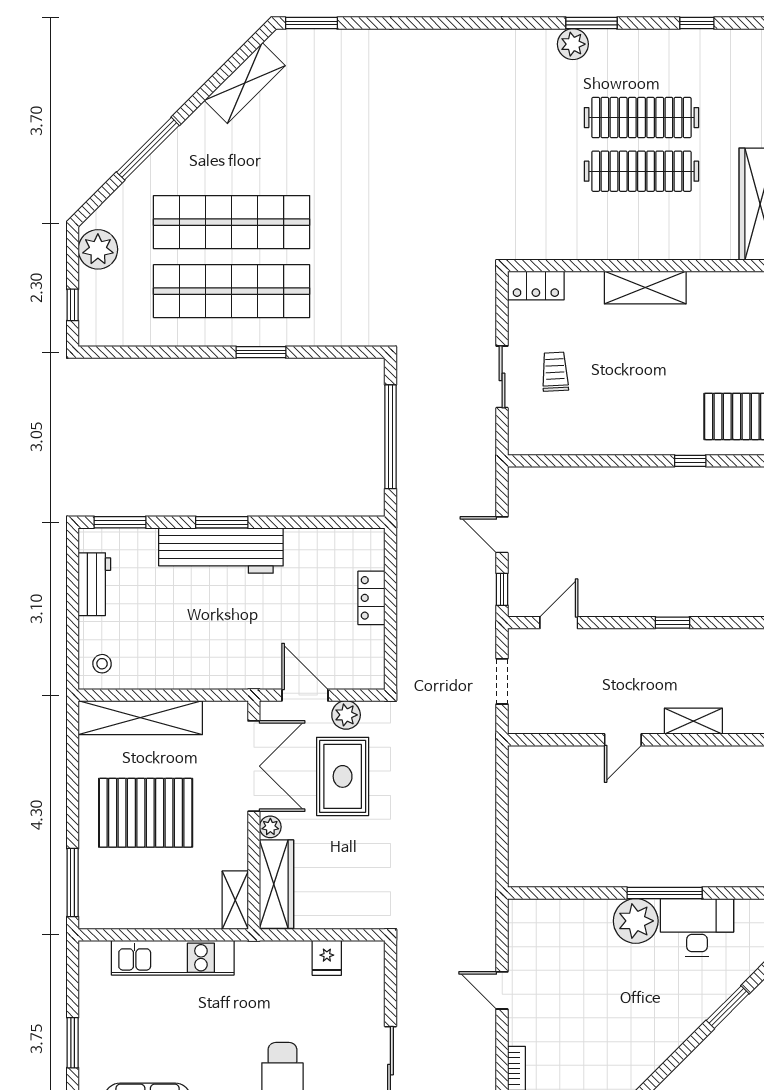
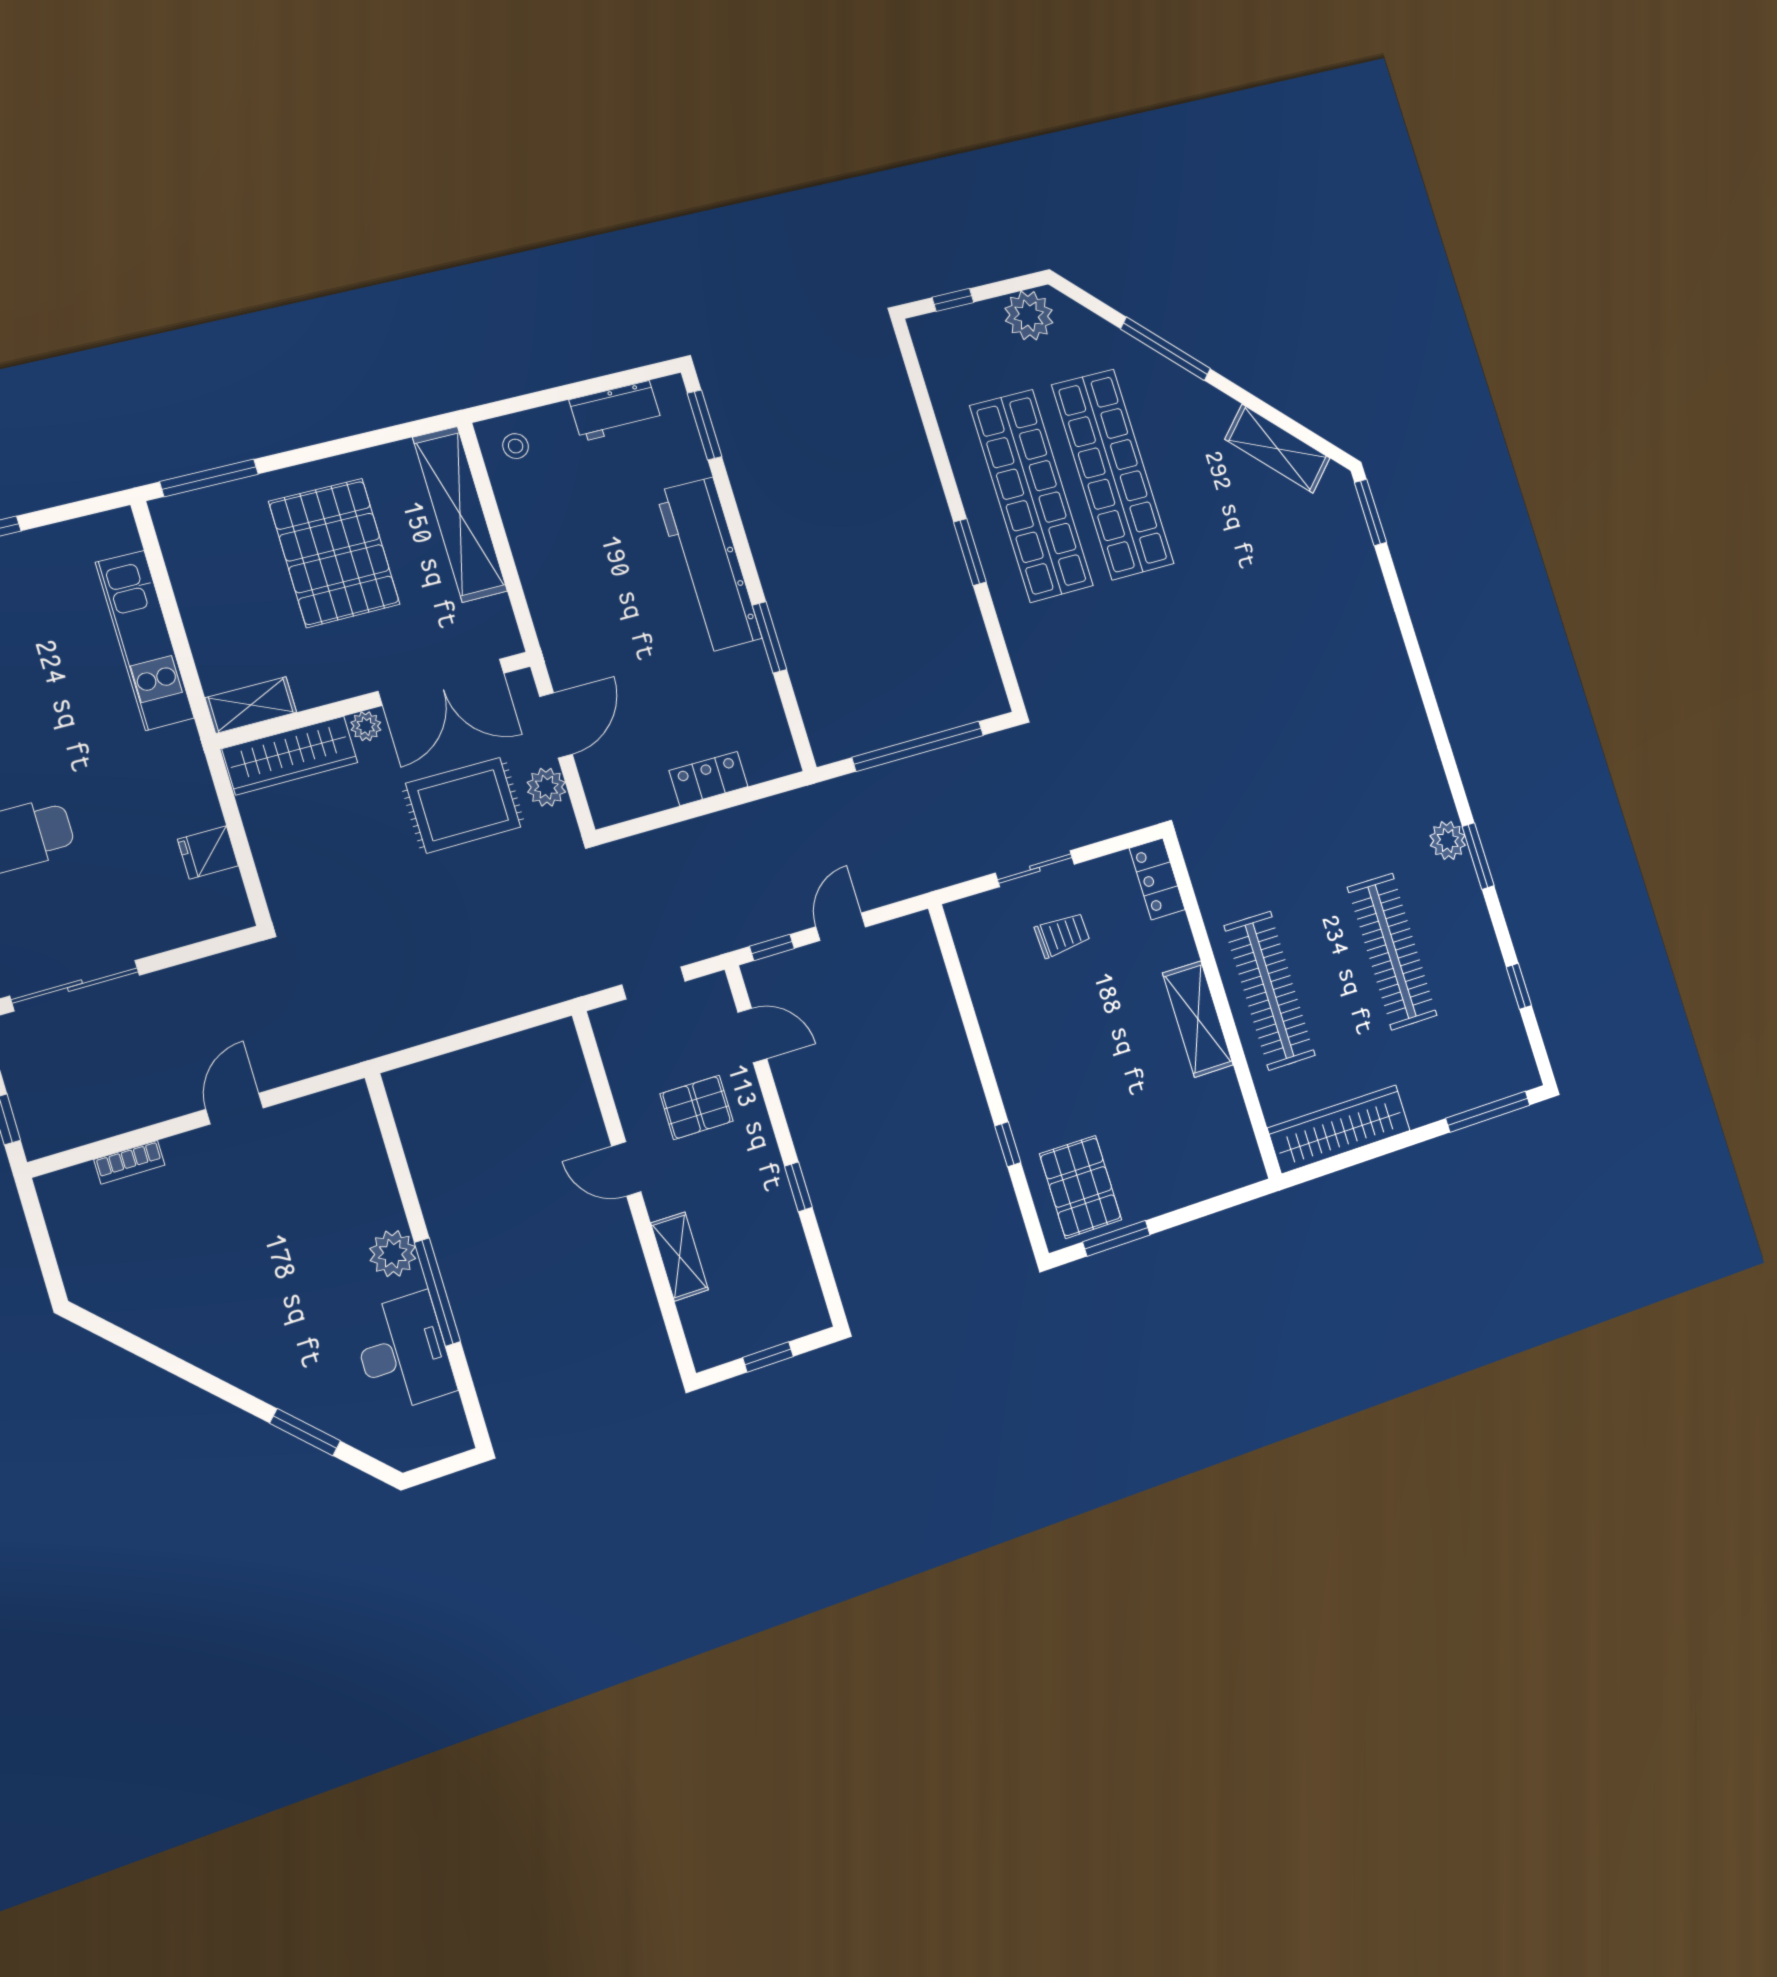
clothes rail: (641, 171) -> (1270, 991), moved
window: (222, 522) -> (769, 637), moved
pallet: (596, 678) -> (697, 1107), added
plant: (636, 921) -> (393, 1254), width x0.73, depth x0.73

